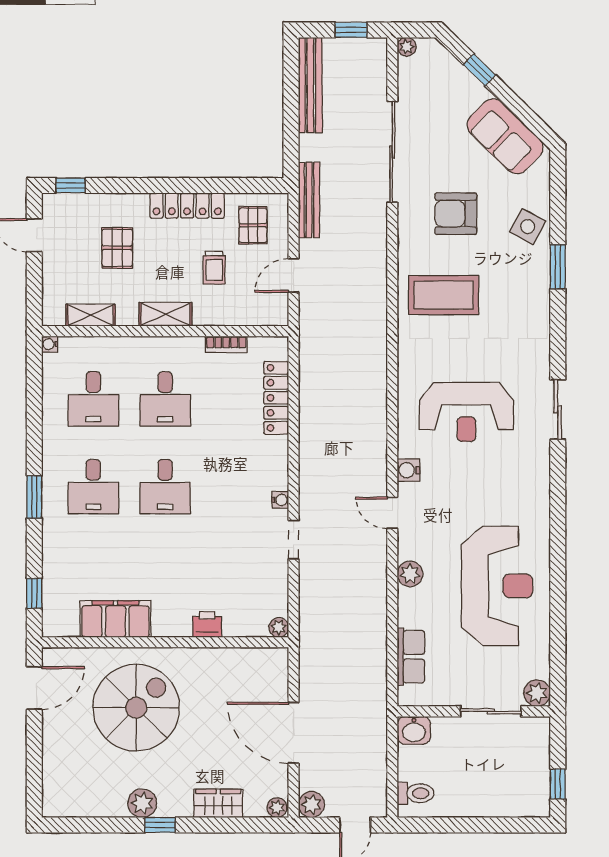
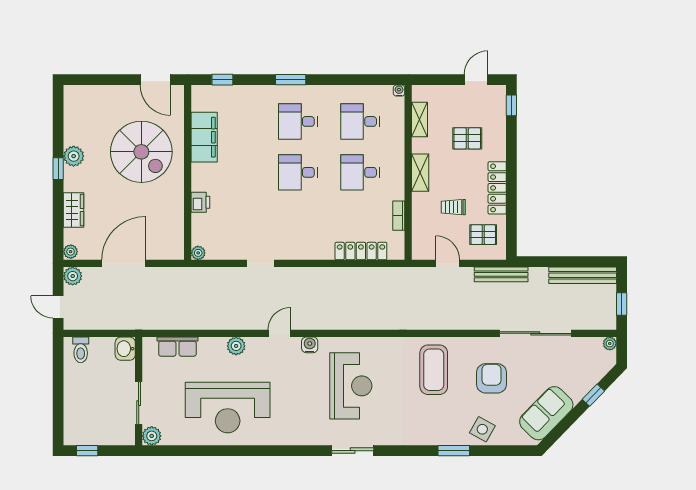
reception desk: (466, 412) -> (351, 386), turned 180
water cooler: (280, 500) -> (289, 254), removed

